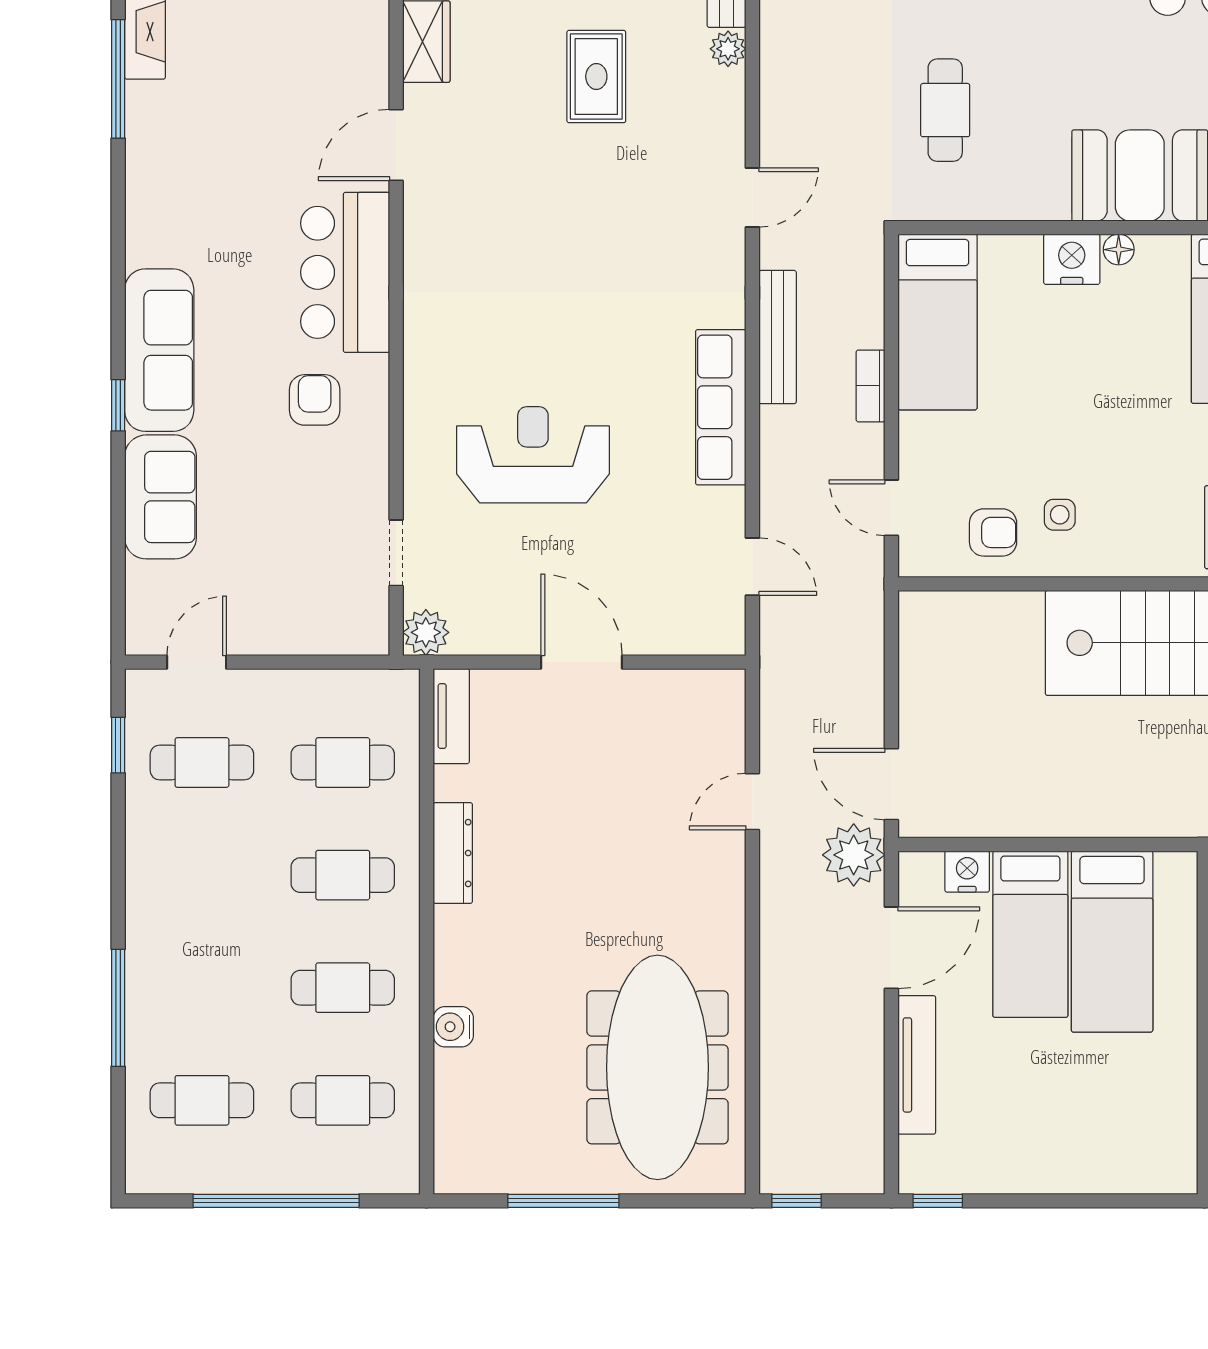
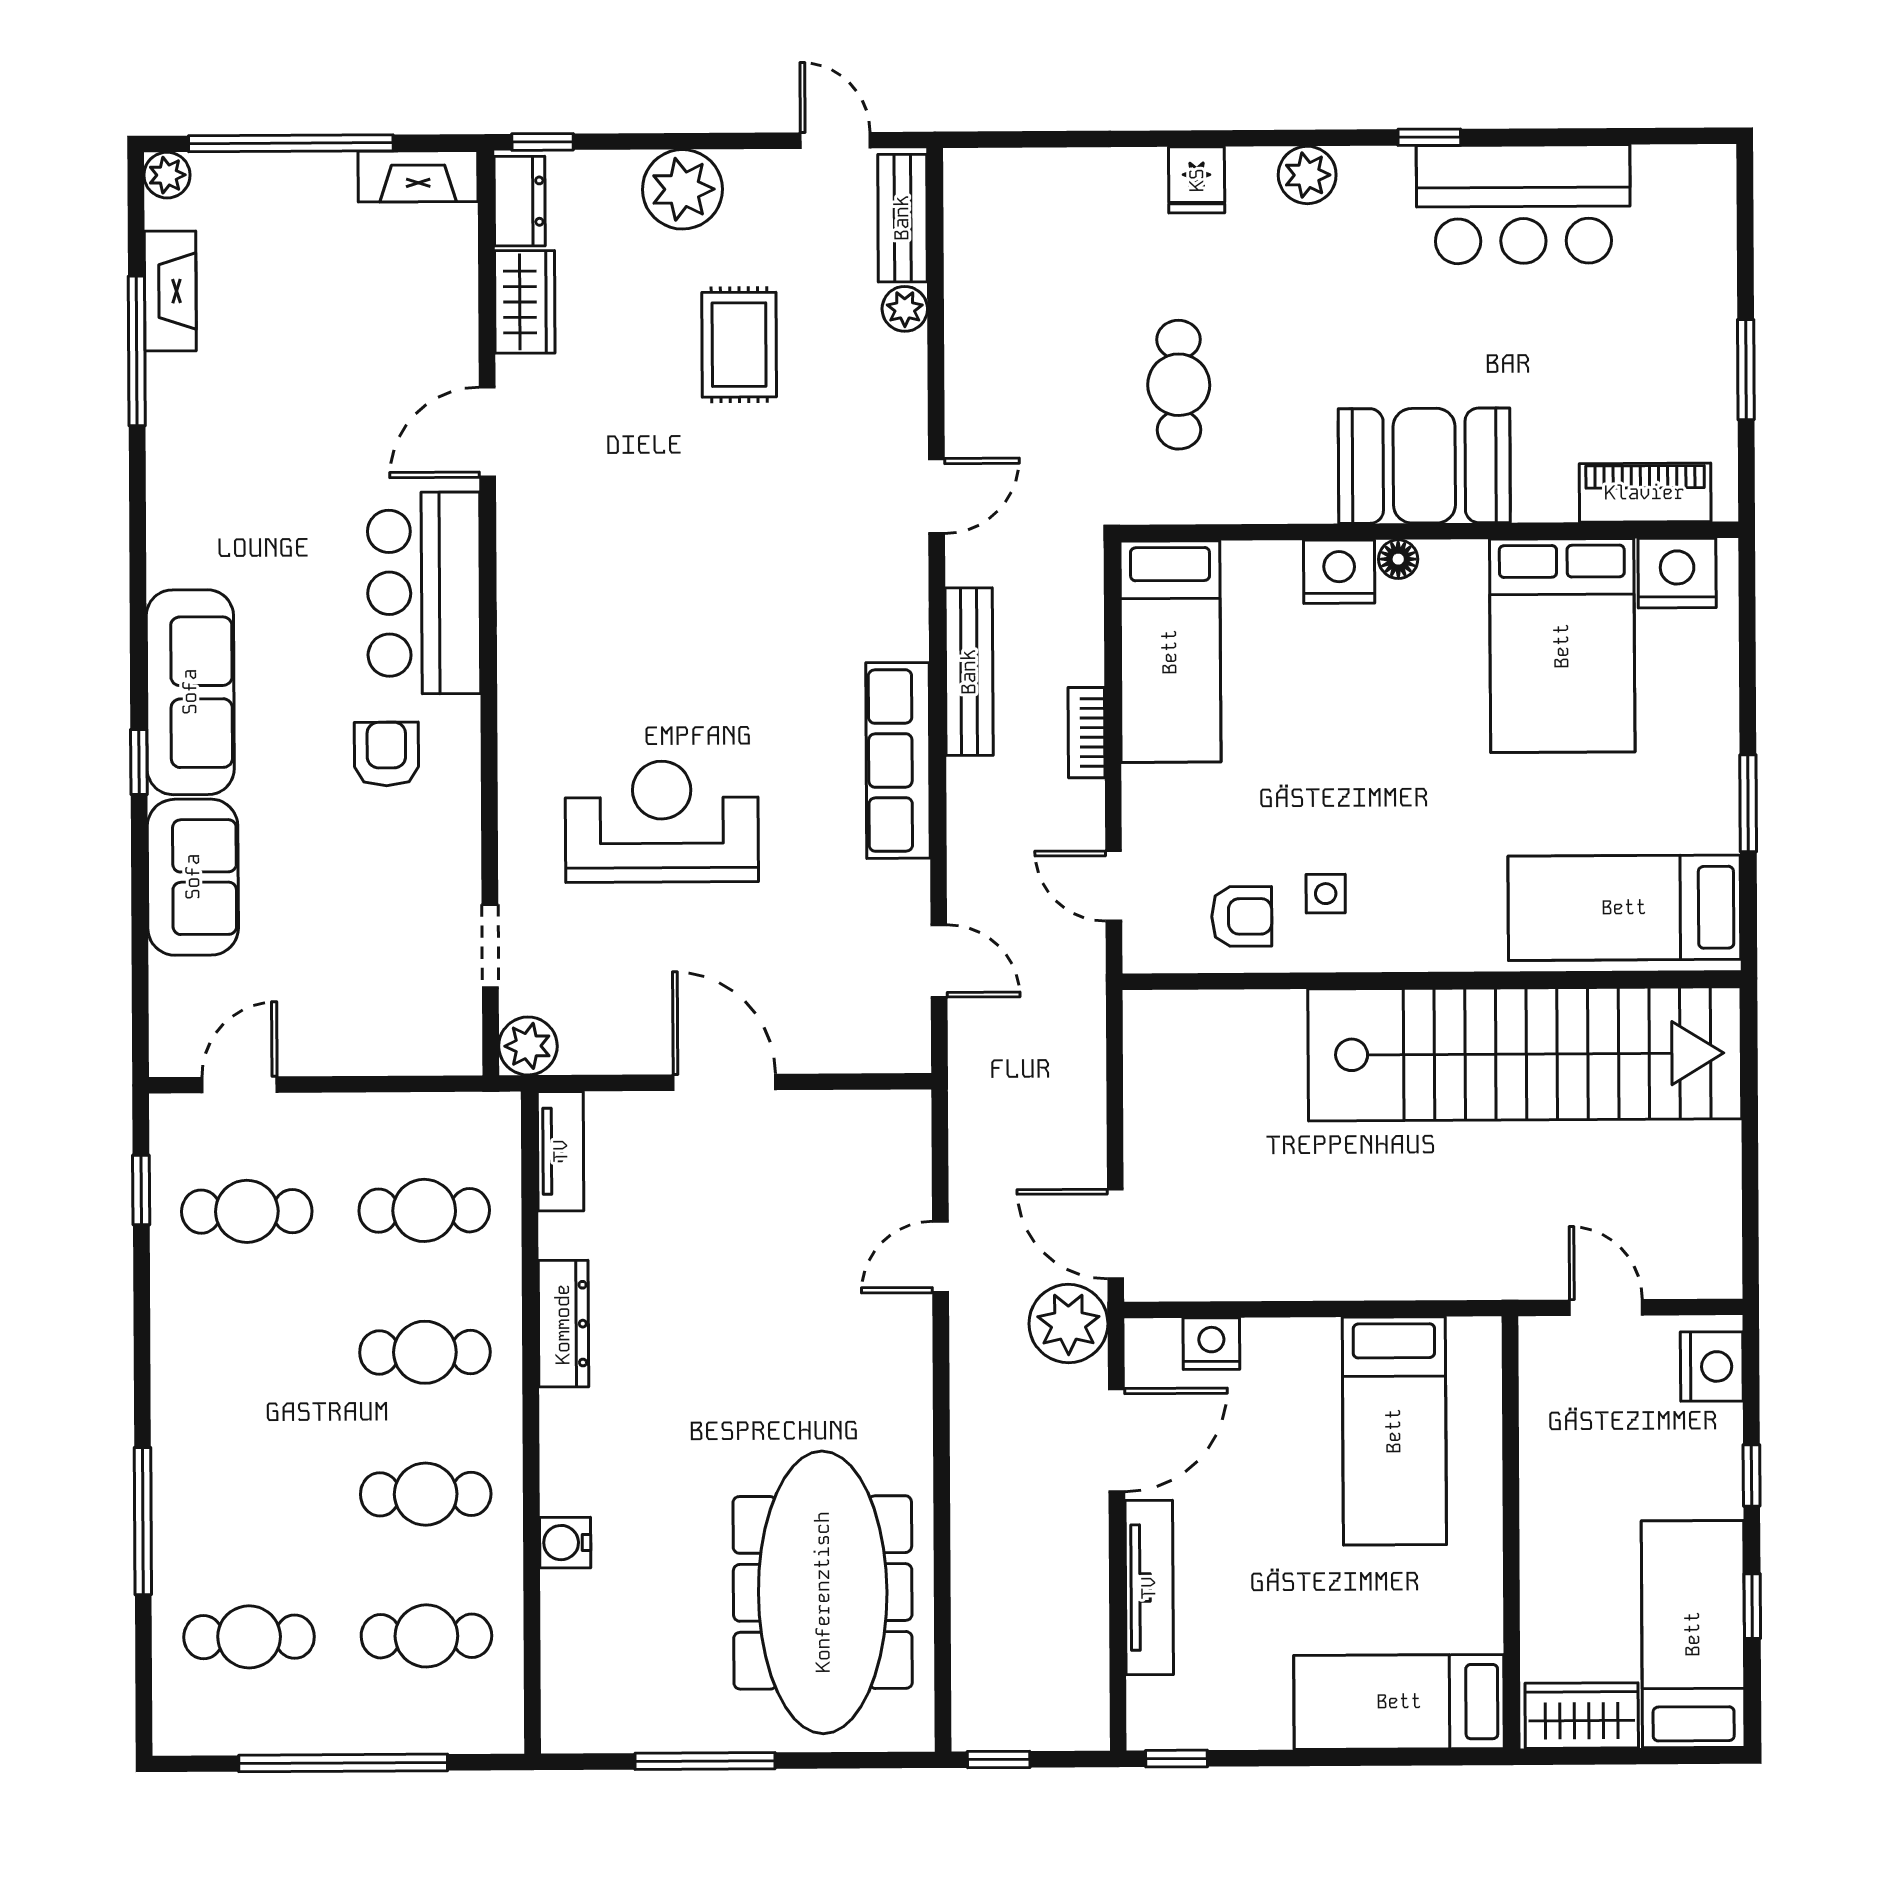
bed: (1030, 934) -> (1399, 1702), moved, turned 90

